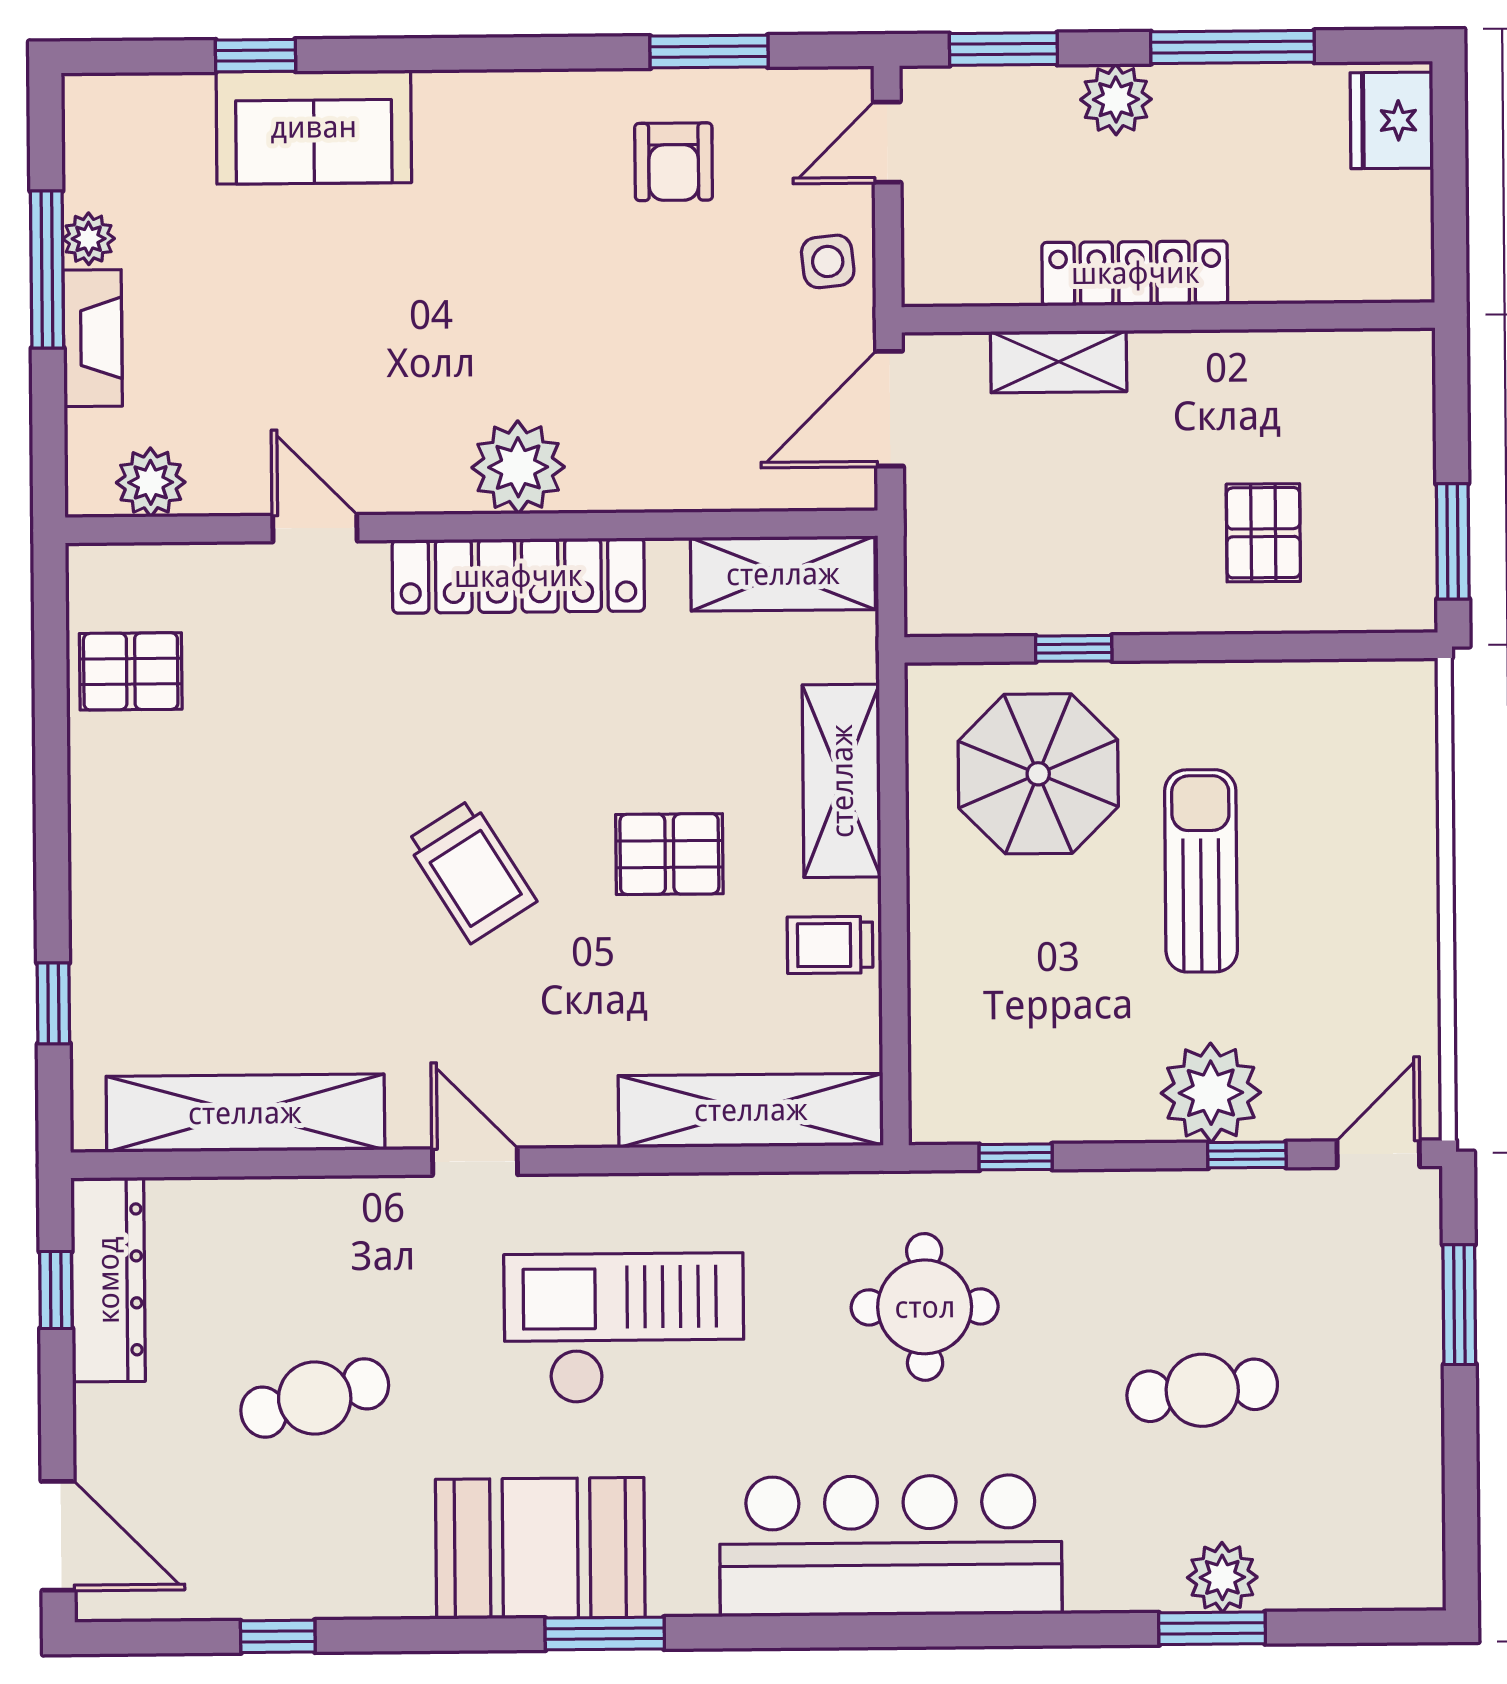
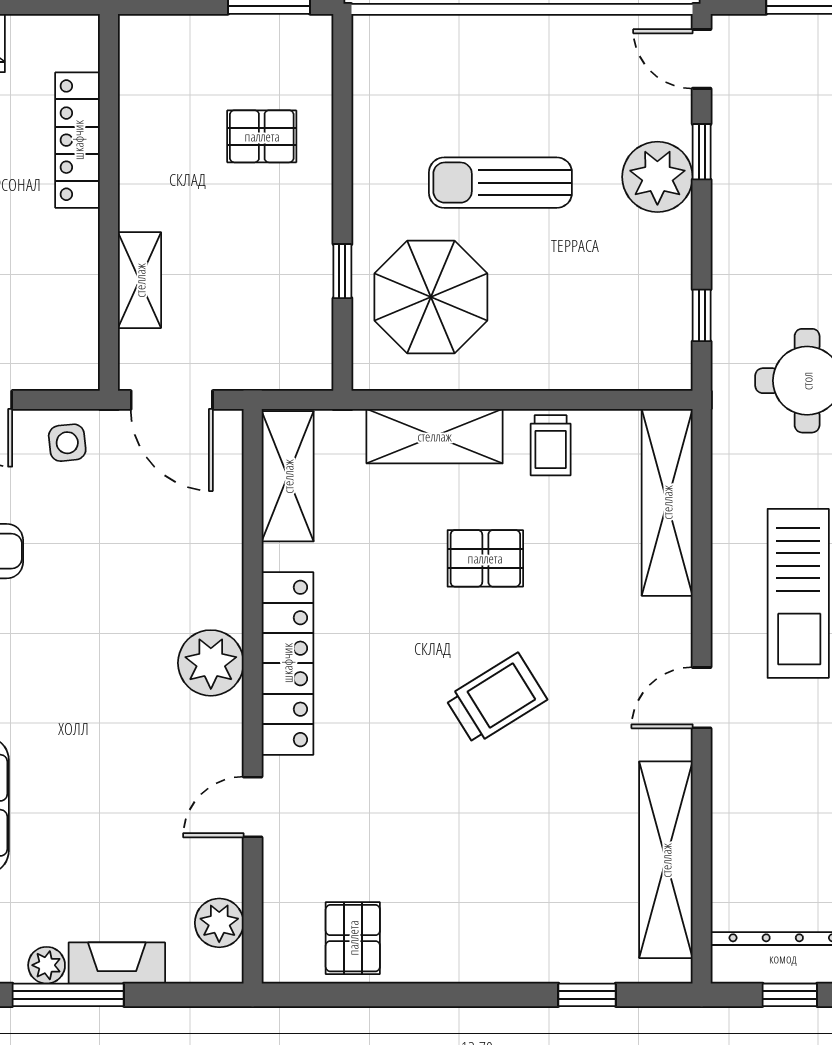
locker: (1135, 273) -> (78, 140), moved
pallet: (669, 854) -> (485, 558), turned 90

